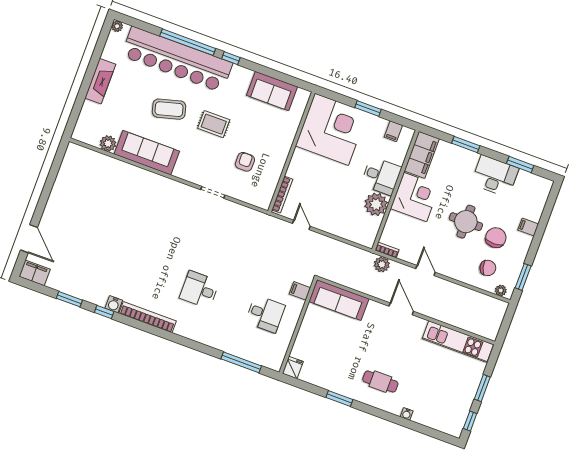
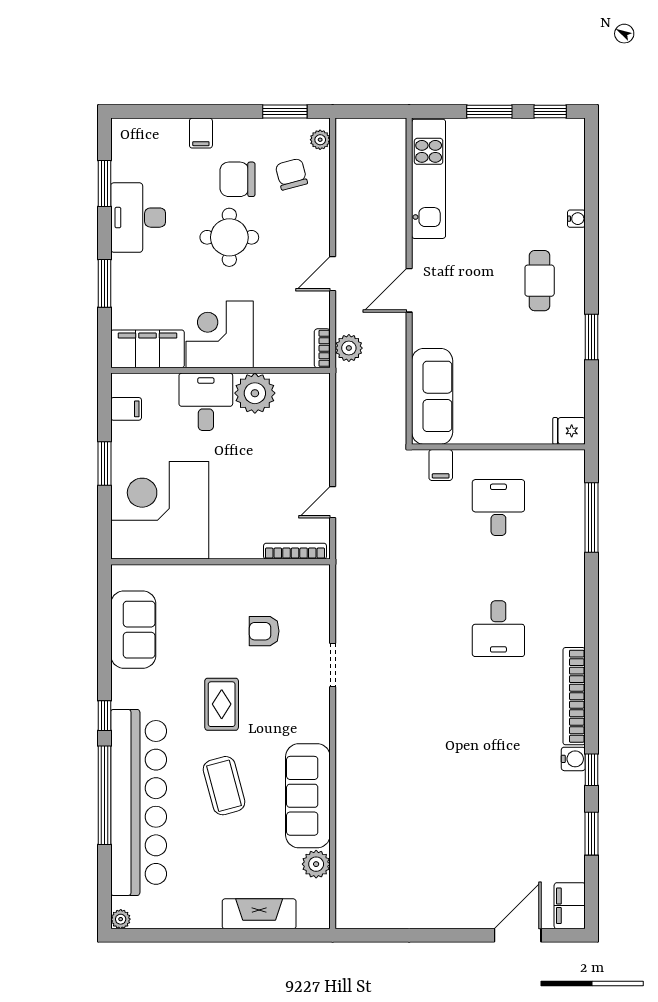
fireplace: (100, 81) -> (259, 914), moved

